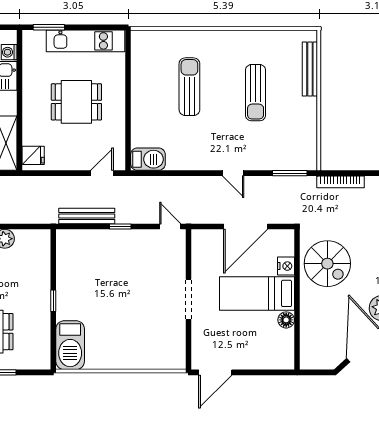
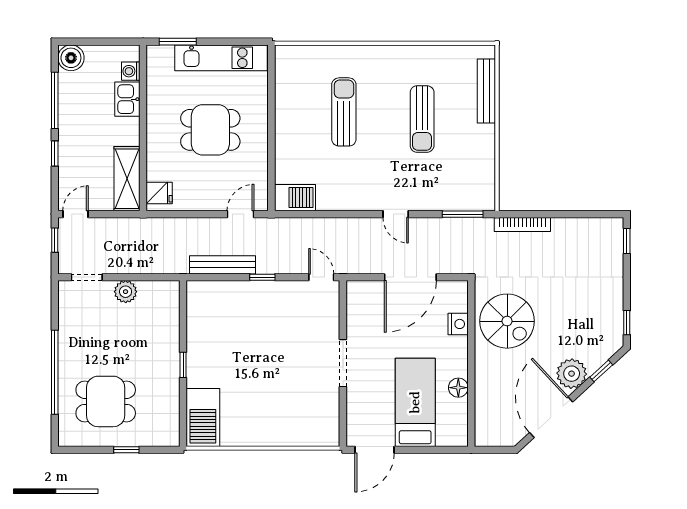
bed: (257, 293) -> (415, 402), moved, turned 90

